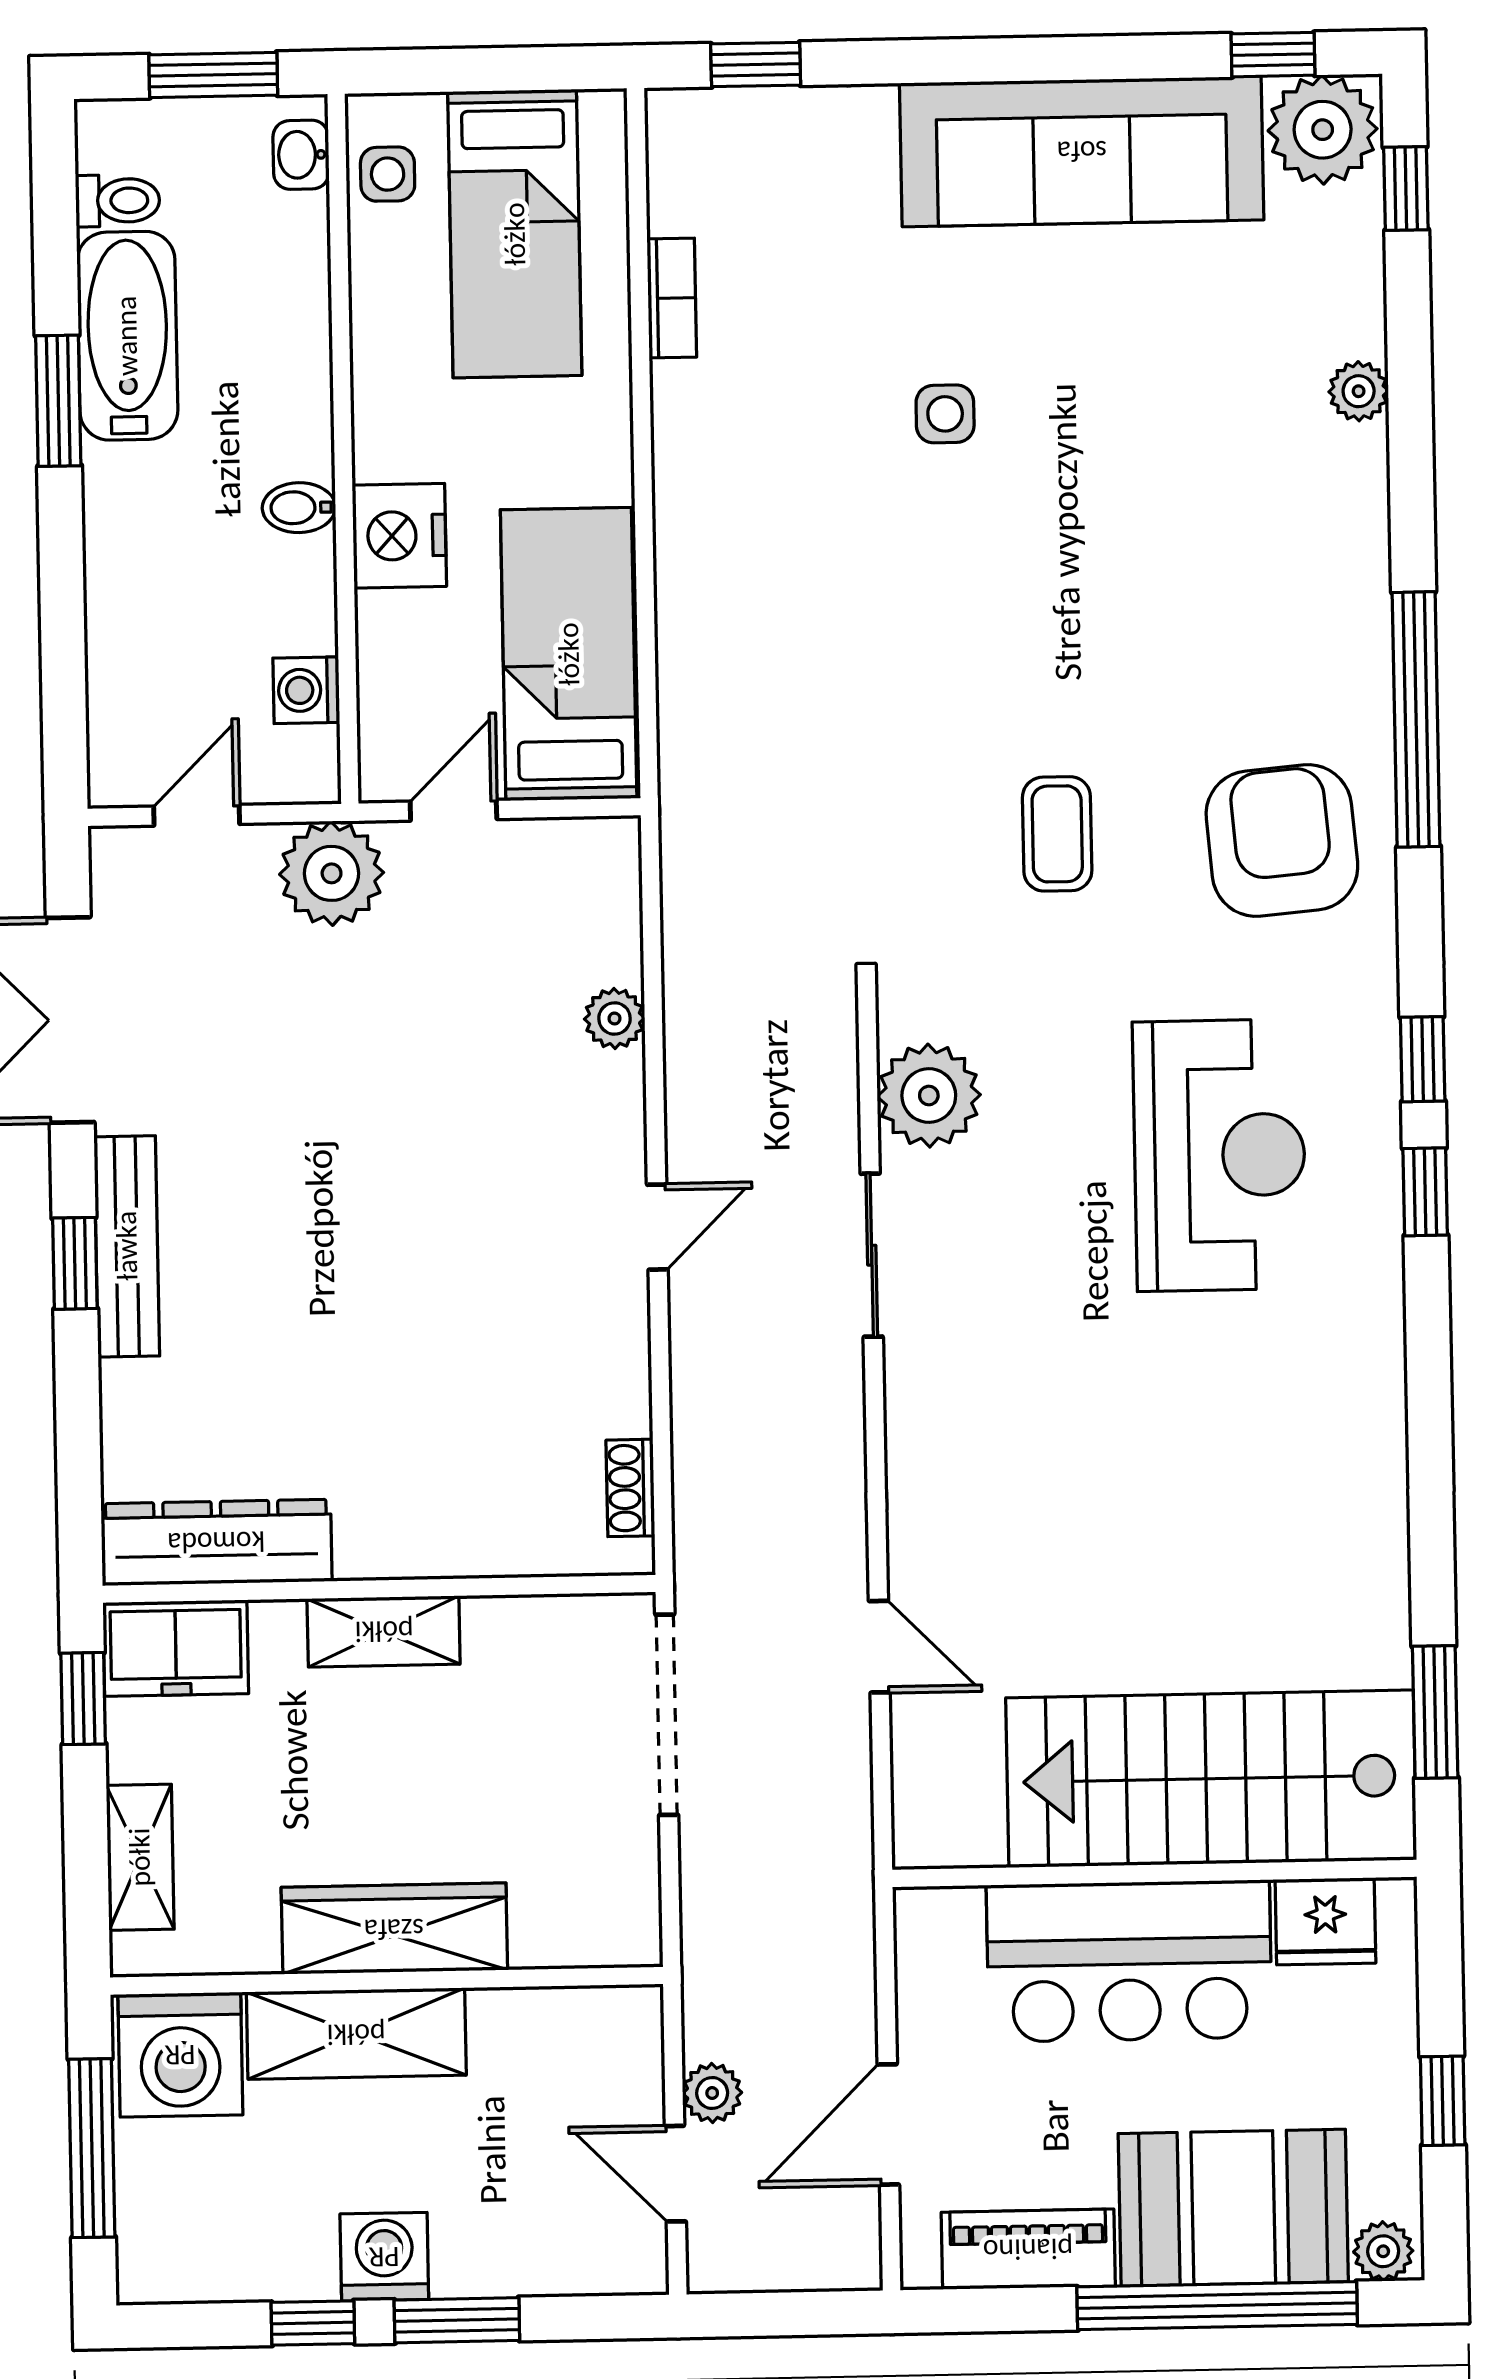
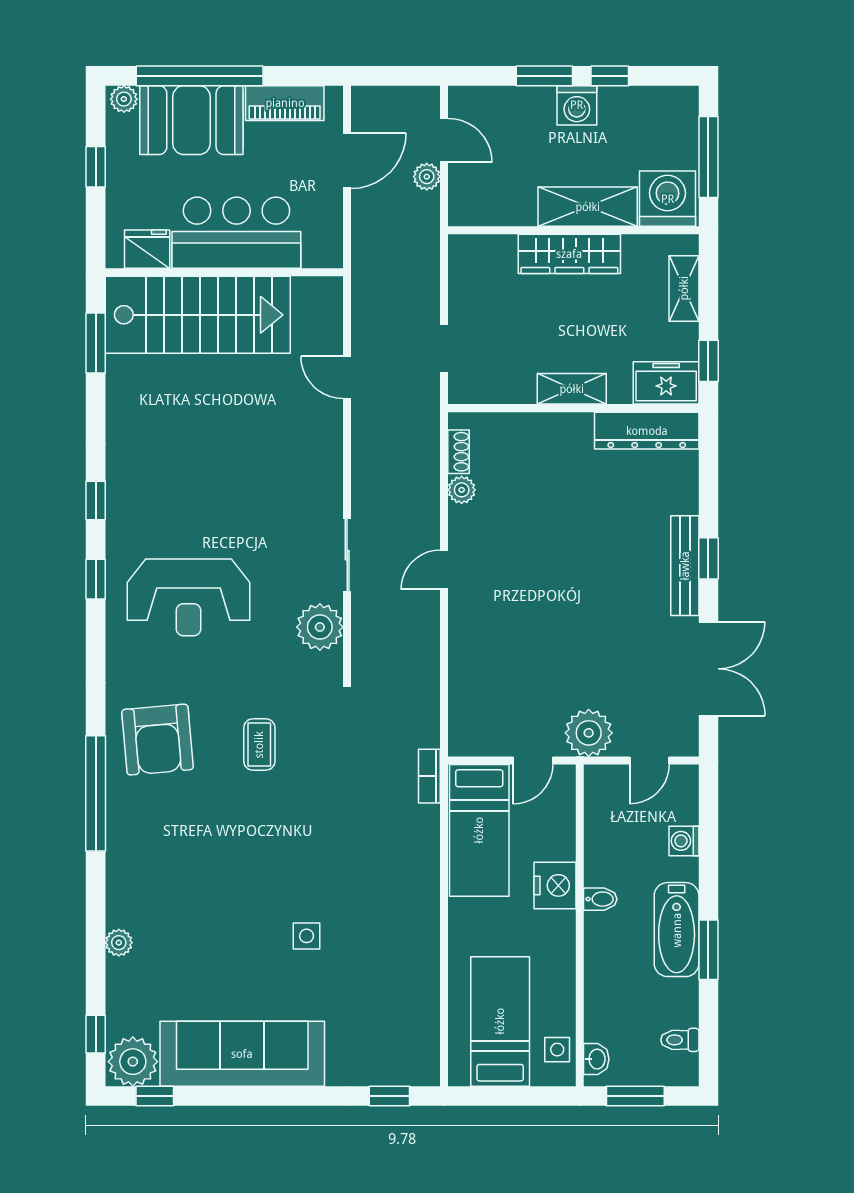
bookcase: (672, 298) -> (429, 776), moved
bathtub: (127, 336) -> (677, 930), moved
washing machine: (306, 690) -> (684, 841), moved, turned 180
plant: (615, 1018) -> (462, 490), moved
window: (1423, 1059) -> (96, 501), moved
reception desk: (1220, 1155) -> (189, 597), turned -90
doorway: (667, 1715) -> (444, 349), width x0.53

